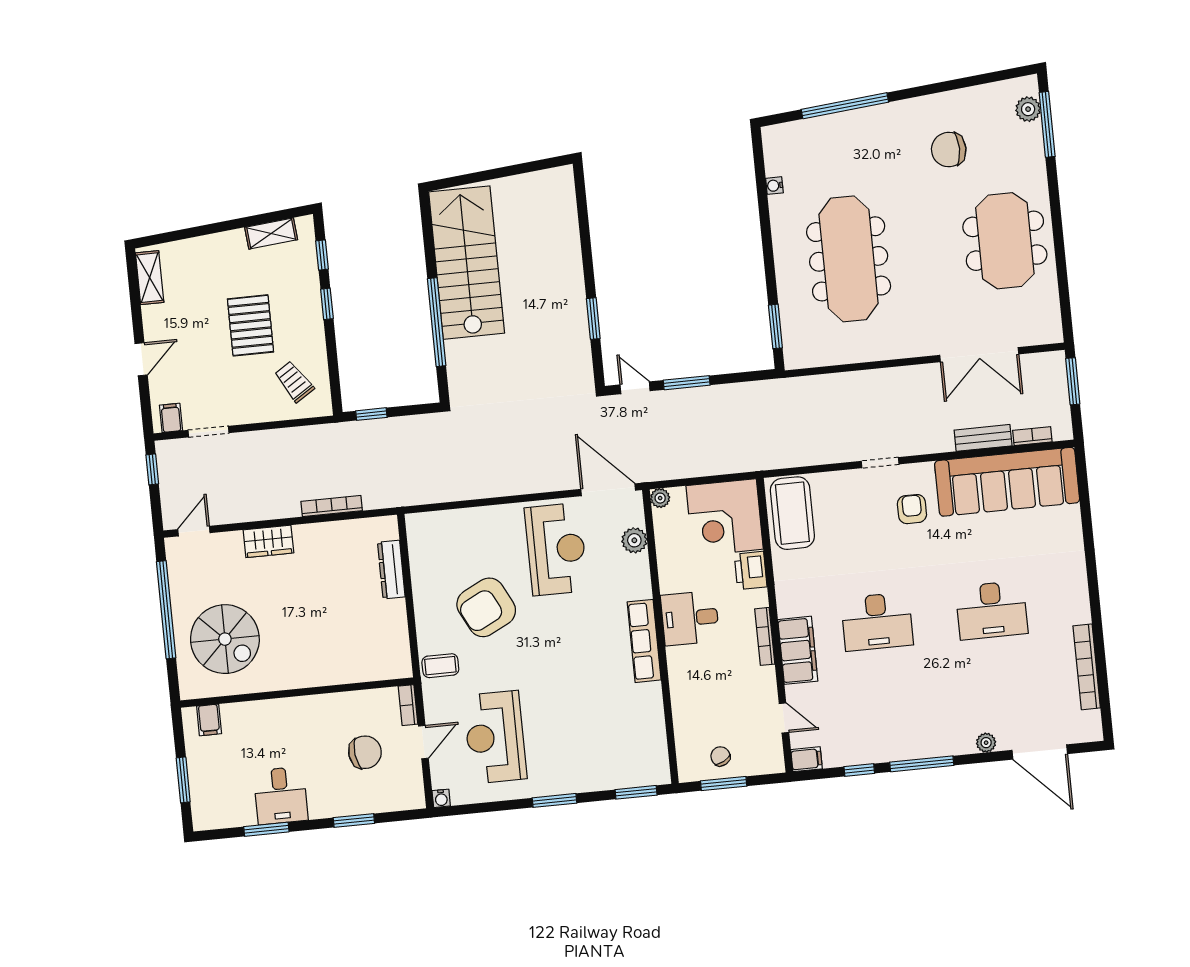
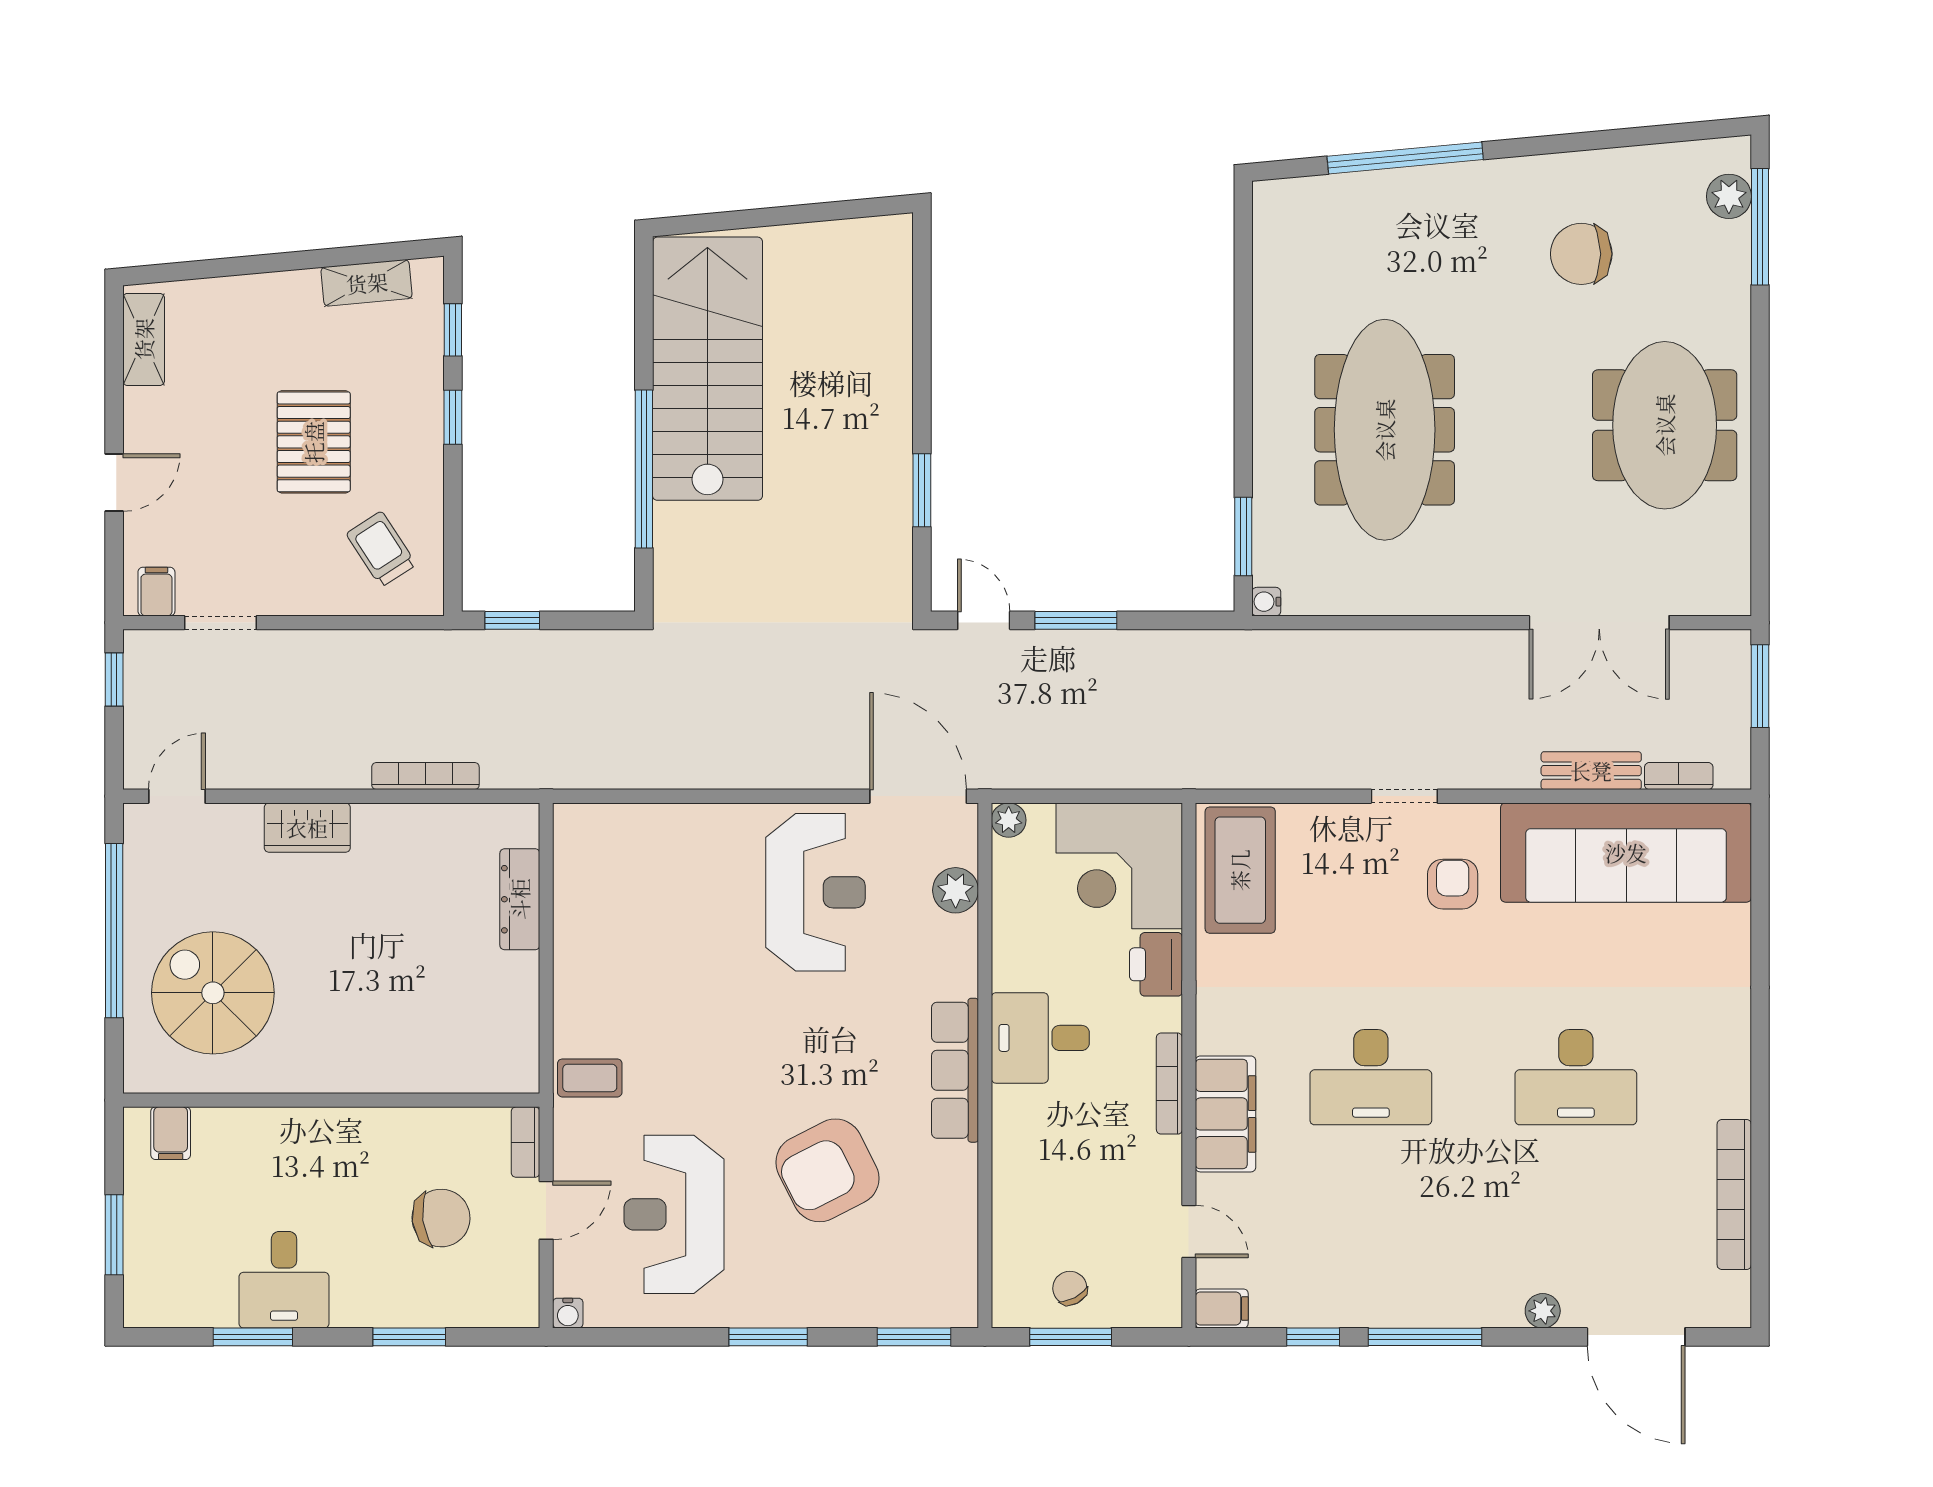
water cooler: (774, 186) -> (1266, 602), moved
armchair: (486, 607) -> (827, 1170), moved
spiral stairs: (225, 639) -> (213, 993), turned 180

